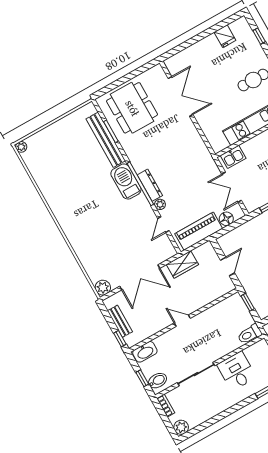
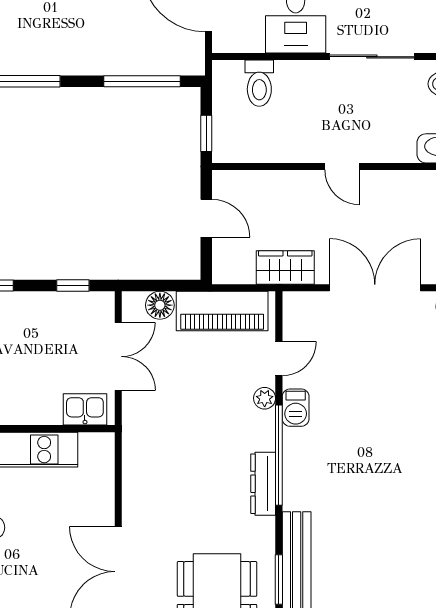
barbecue: (126, 182) -> (296, 408), moved, width x0.53, depth x0.65
dresser: (150, 185) -> (263, 484), moved
door: (227, 266) -> (206, 218), swing flipped
toilet: (250, 334) -> (259, 83), moved, turned 90

